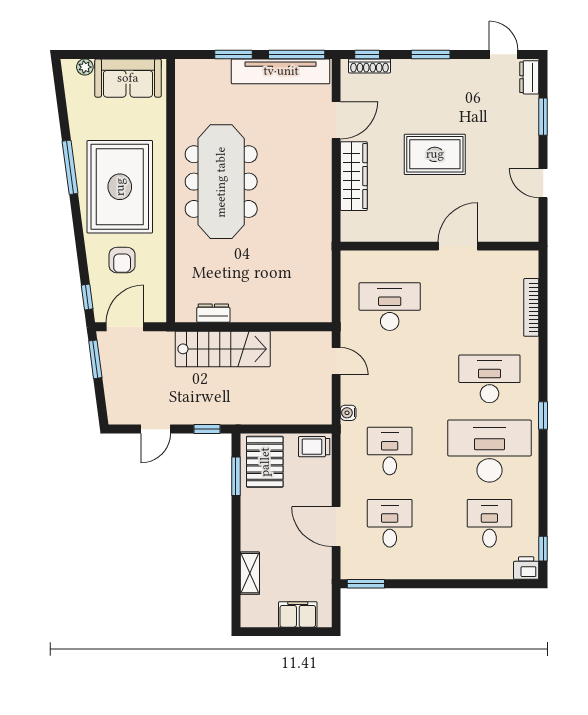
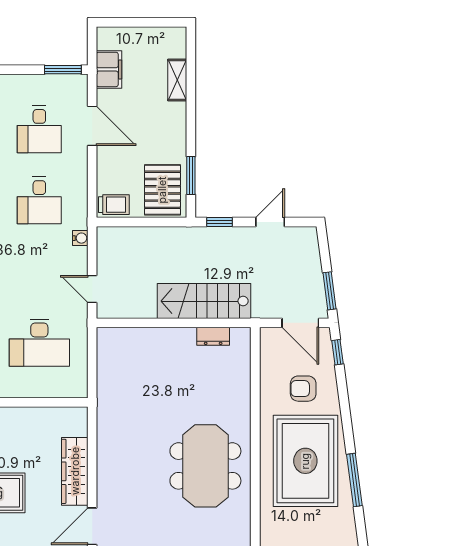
meeting table: (221, 182) -> (205, 466), width x0.73
armchair: (122, 260) -> (303, 389), turned -90
door: (125, 327) -> (300, 323), hinge flipped
filing cabinet: (298, 614) -> (109, 69), moved, turned -90

